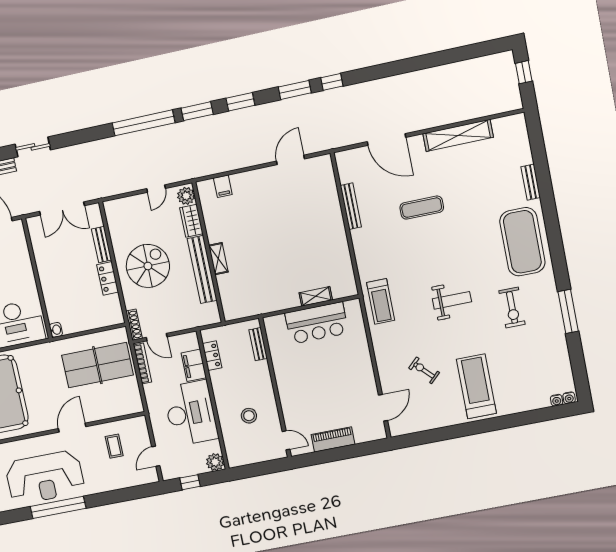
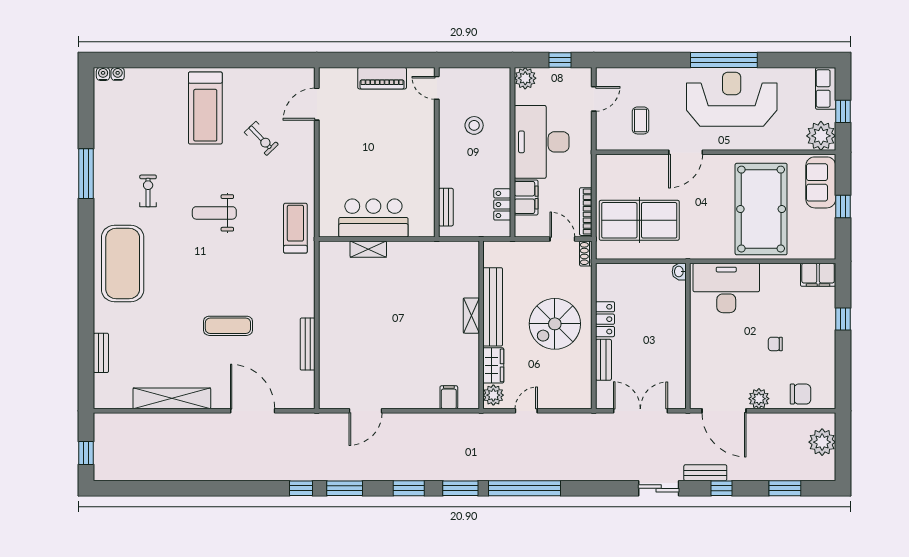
bench: (531, 182) -> (101, 353), moved
exercise bike: (512, 307) -> (148, 191), width x0.73, depth x0.72
shoe rack: (134, 325) -> (586, 254), width x0.70

